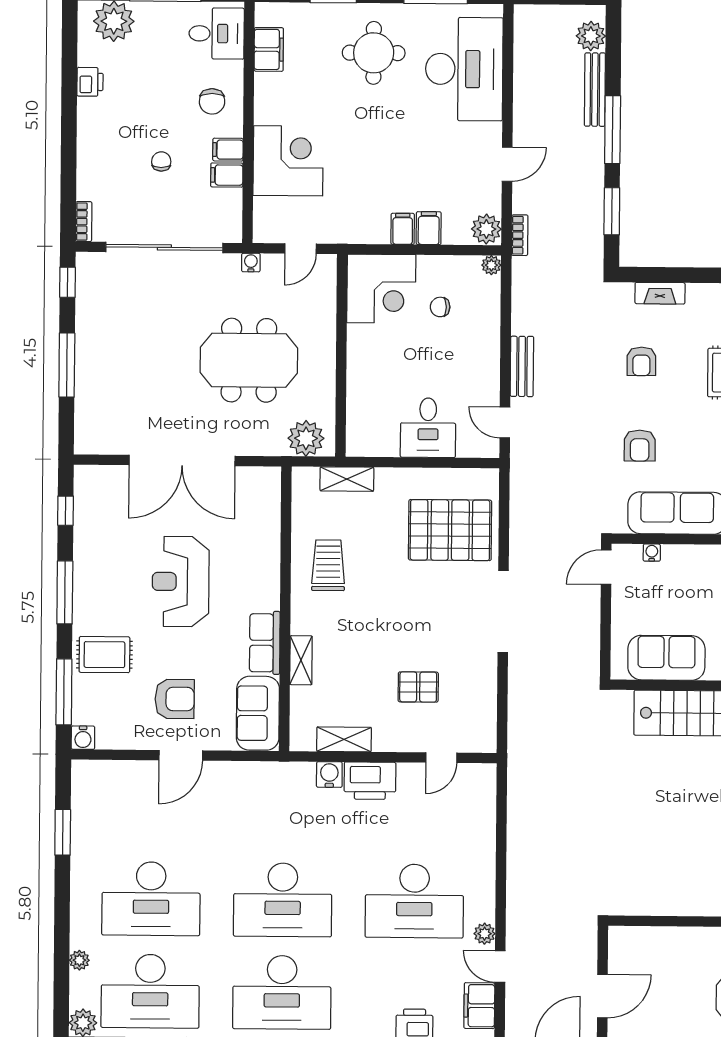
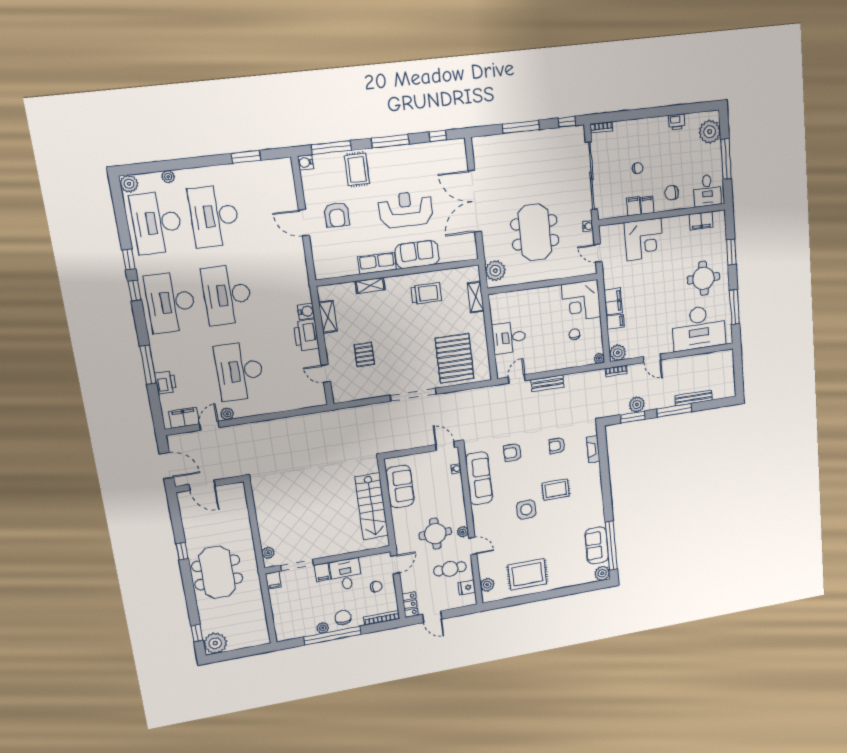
plant: (591, 36) -> (637, 405), moved
filing cabinet: (403, 229) -> (613, 301), width x2.00
sofa: (258, 713) -> (417, 254), moved

